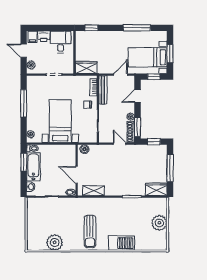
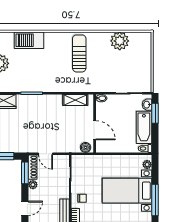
bed with nightstands: (60, 121) -> (127, 191), moved, turned 90
window: (24, 162) -> (155, 113), moved
door: (77, 175) -> (95, 130), moved
barbecue: (121, 243) -> (29, 40), moved

